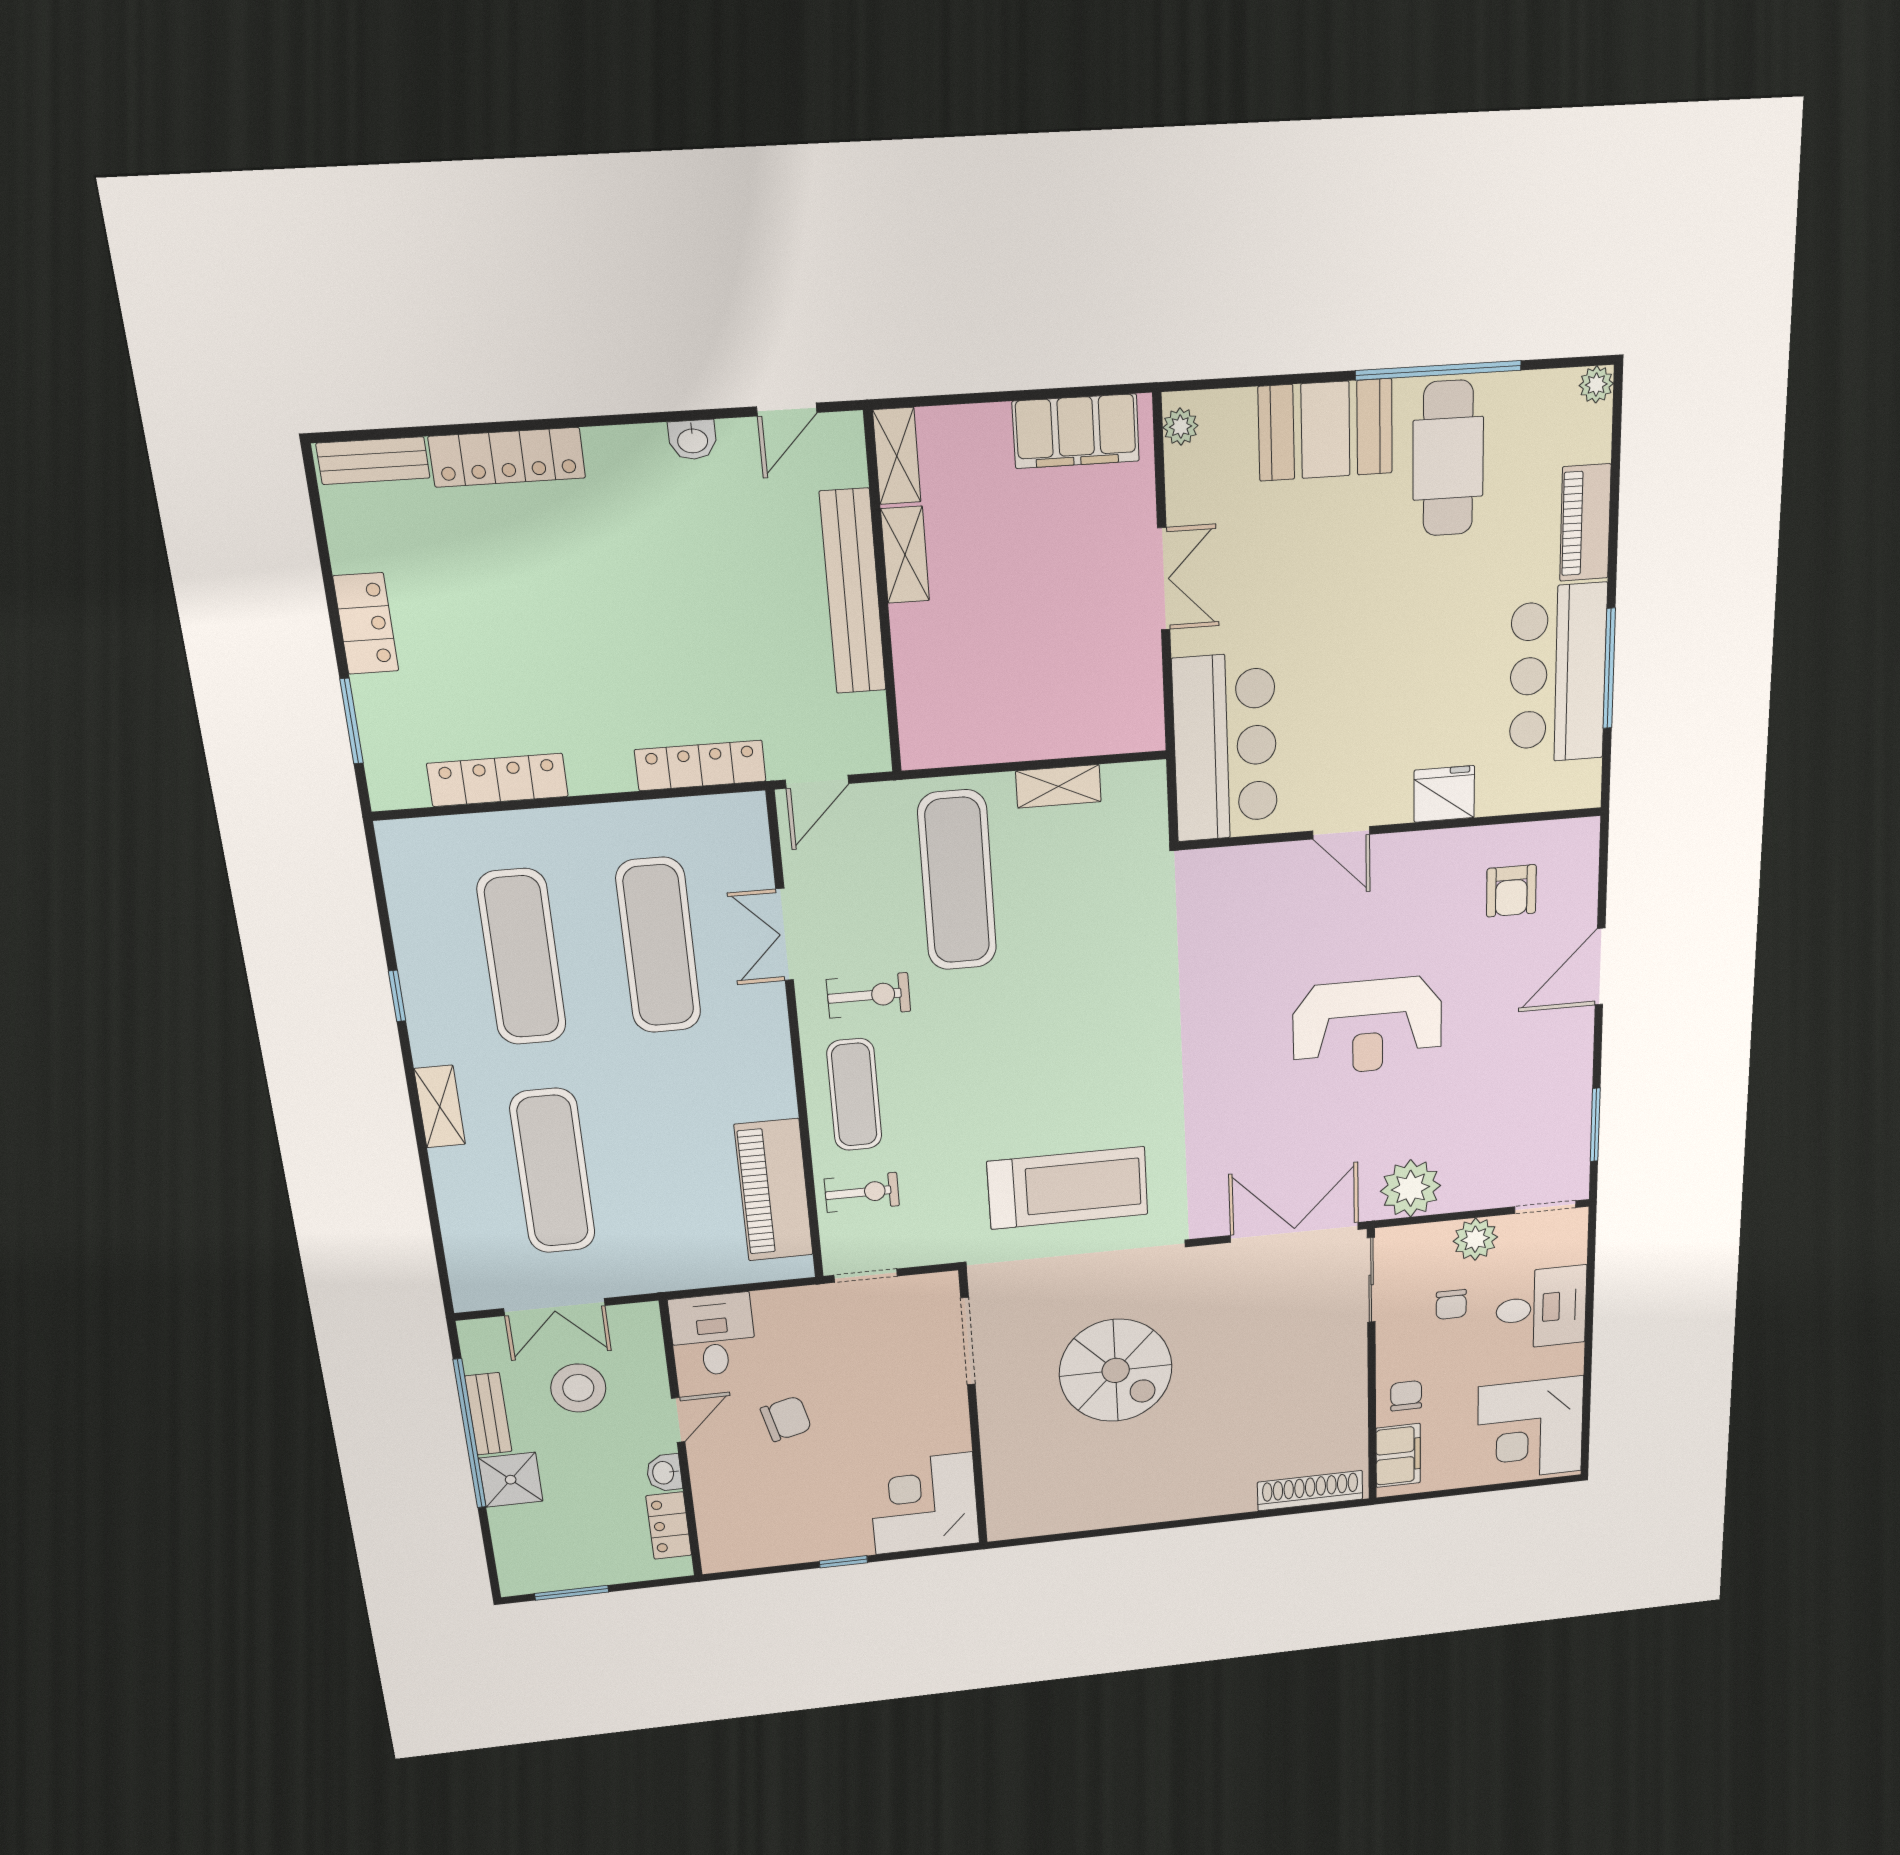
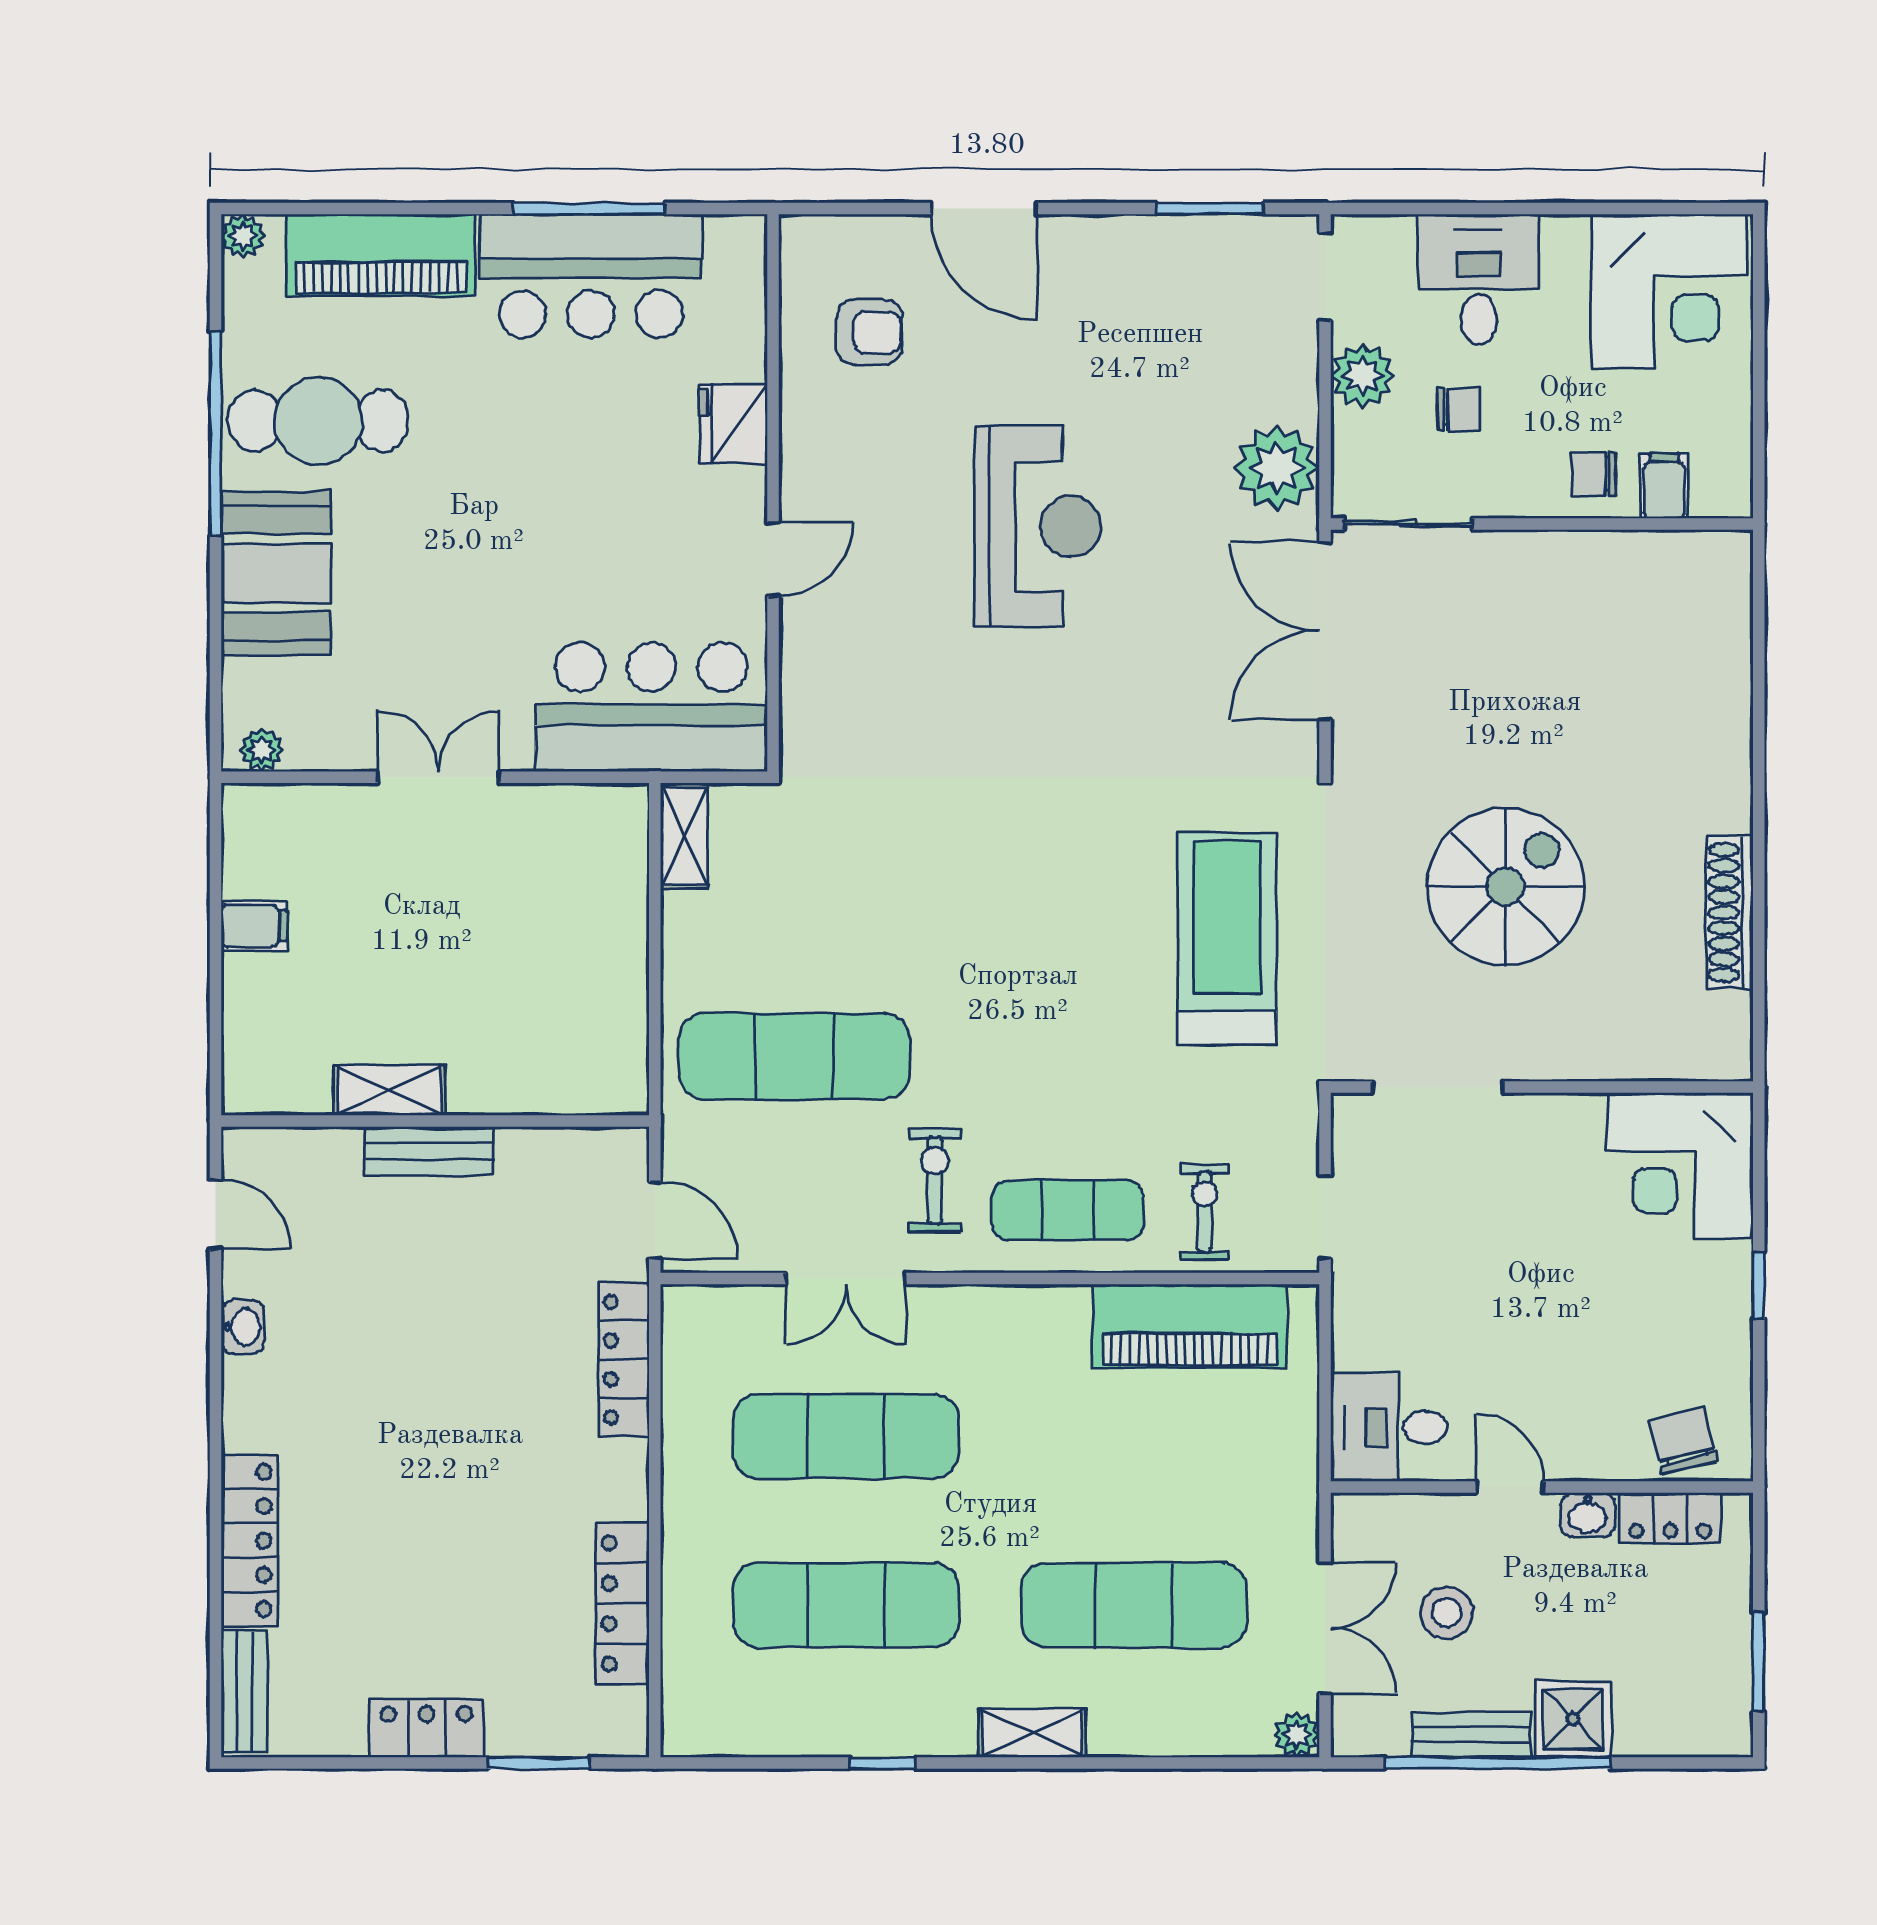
filing cabinet: (1076, 431) -> (254, 926), width x0.33, depth x0.86
shelving: (897, 456) -> (275, 1091), removed
piano: (1585, 523) -> (381, 255), width x1.37, depth x1.33
bench: (853, 592) -> (429, 1151), width x0.54, depth x0.82
shelving: (1058, 786) -> (684, 836), moved
plant: (469, 1296) -> (1297, 1735), added
stool: (578, 1388) -> (1447, 1613), width x0.73, depth x0.73
chair: (786, 1419) -> (1683, 1441), moved
filing cabinet: (1398, 1455) -> (1664, 486), width x0.50
shoe rack: (1310, 1491) -> (1729, 913), moved

